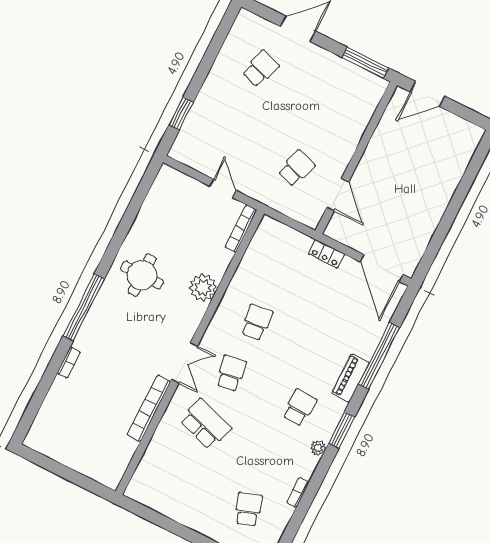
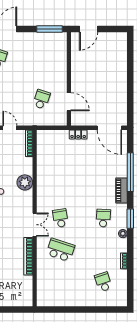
school desk: (257, 322) -> (60, 186), removed

